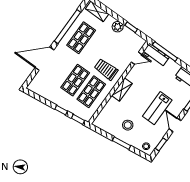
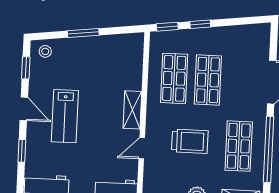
door: (136, 58) -> (142, 148), moved
trolley: (106, 69) -> (190, 141), moved
lab bench: (157, 108) -> (65, 116), turned 180
stool: (128, 125) -> (91, 65), removed

